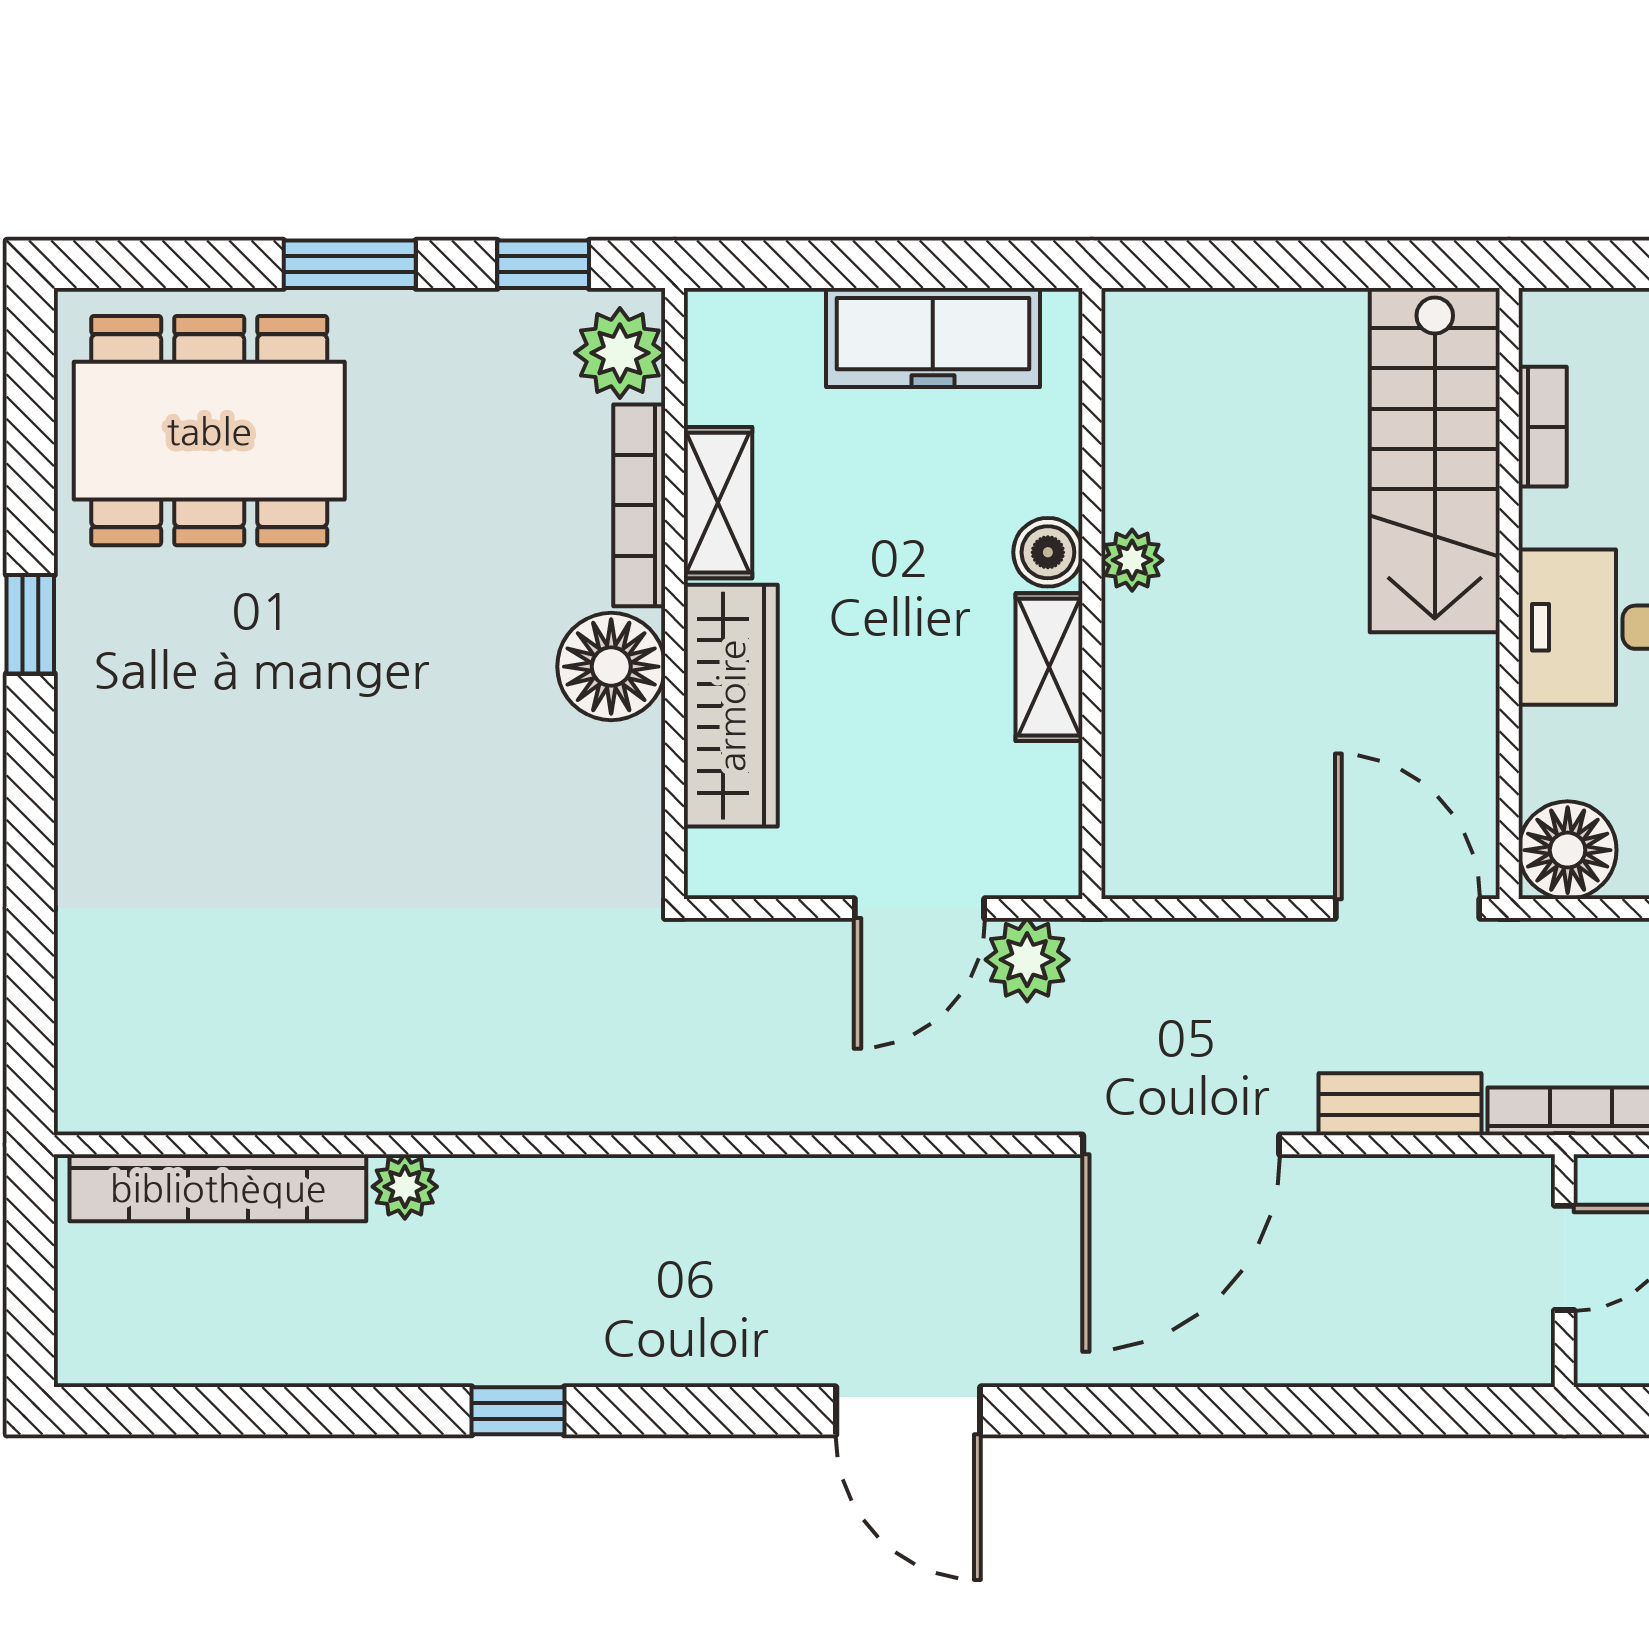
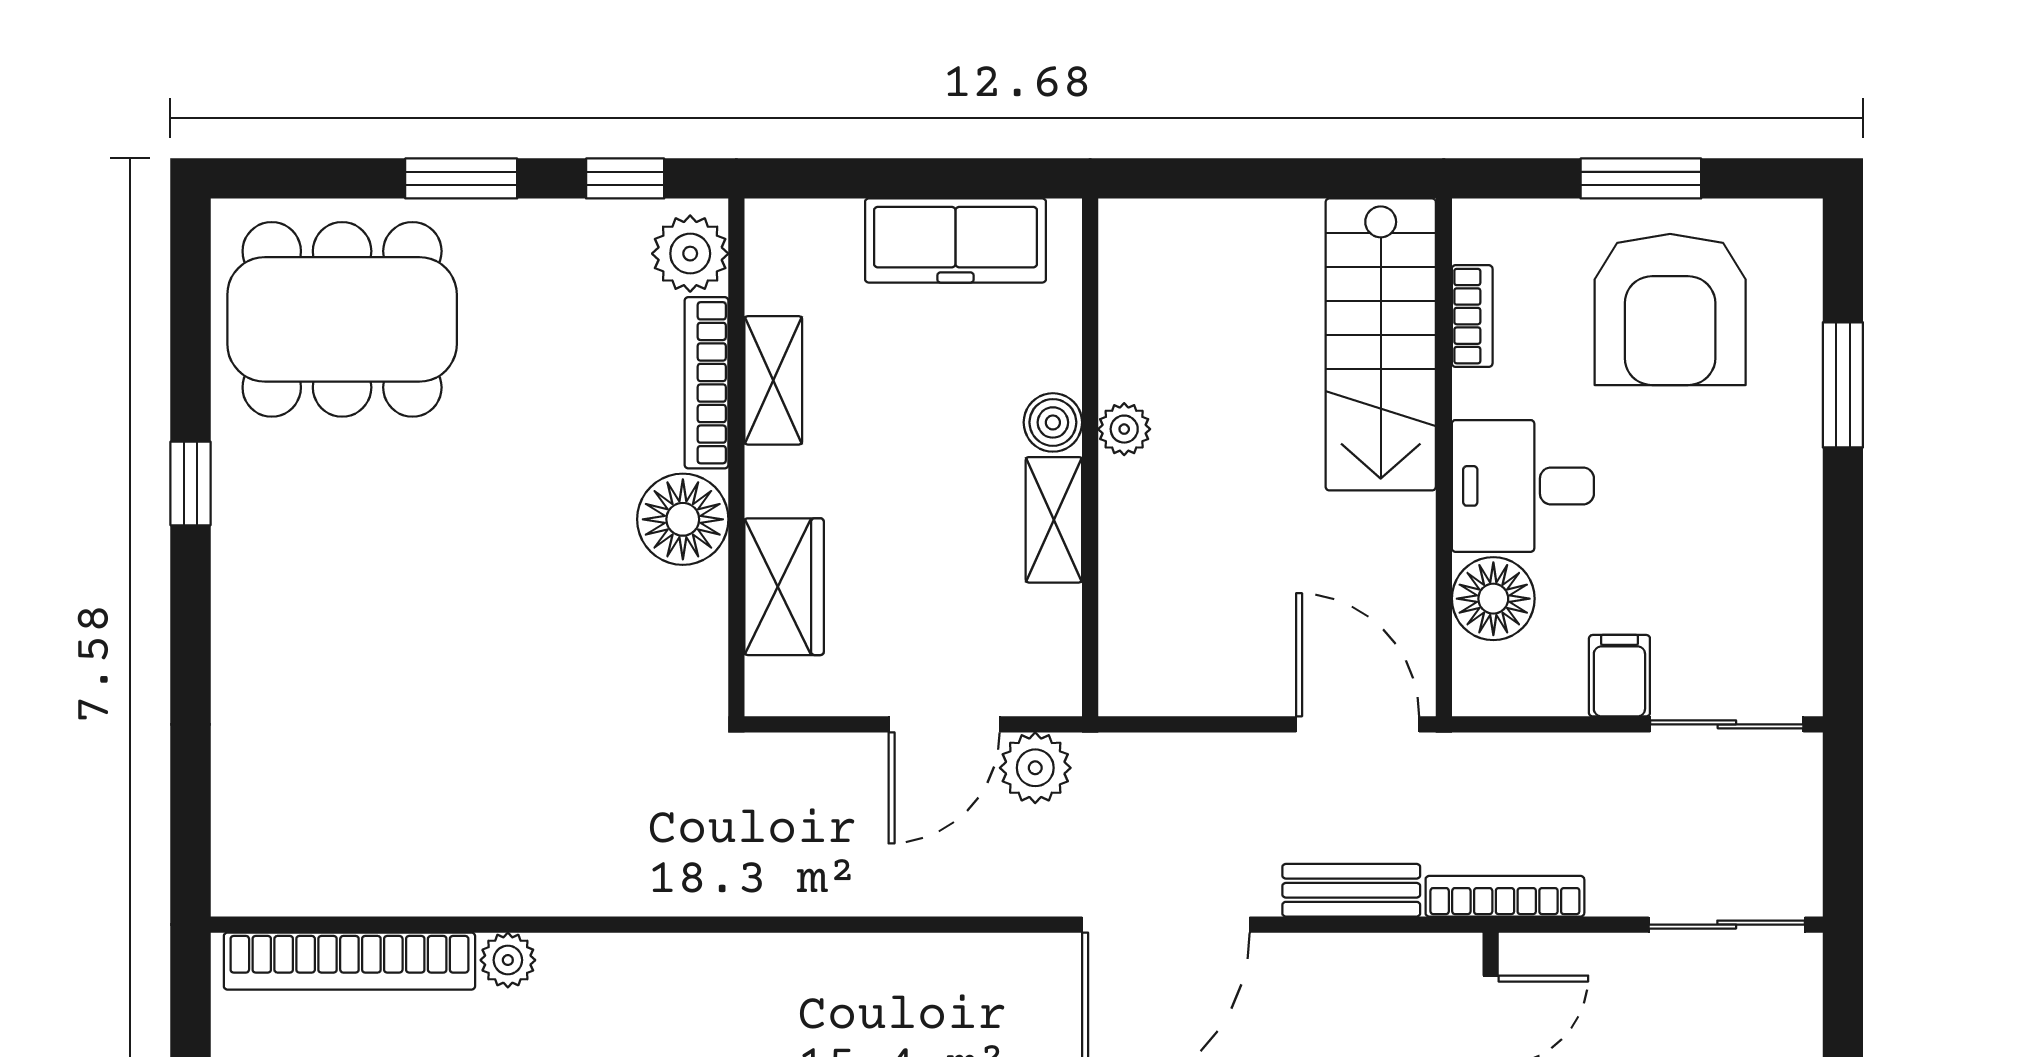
wardrobe: (731, 706) -> (784, 587), width x0.67
floor lamp: (1568, 850) -> (1493, 599), moved

